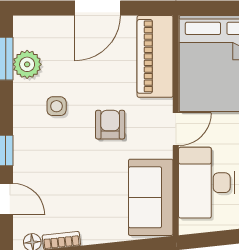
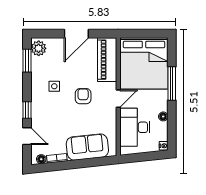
plant: (27, 64) -> (39, 48), moved
sofa: (151, 197) -> (87, 147), moved, turned 84

